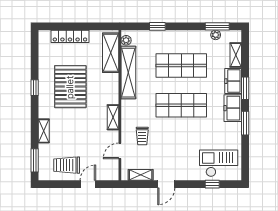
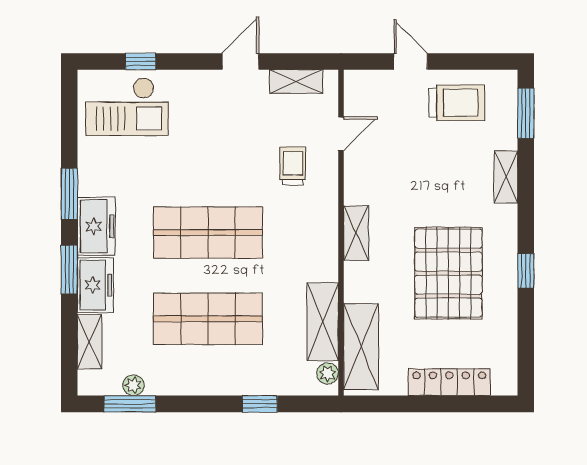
shelving: (128, 73) -> (323, 322), width x0.68
shelving: (113, 117) -> (356, 233), moved
door: (88, 184) -> (411, 61), swing flipped

